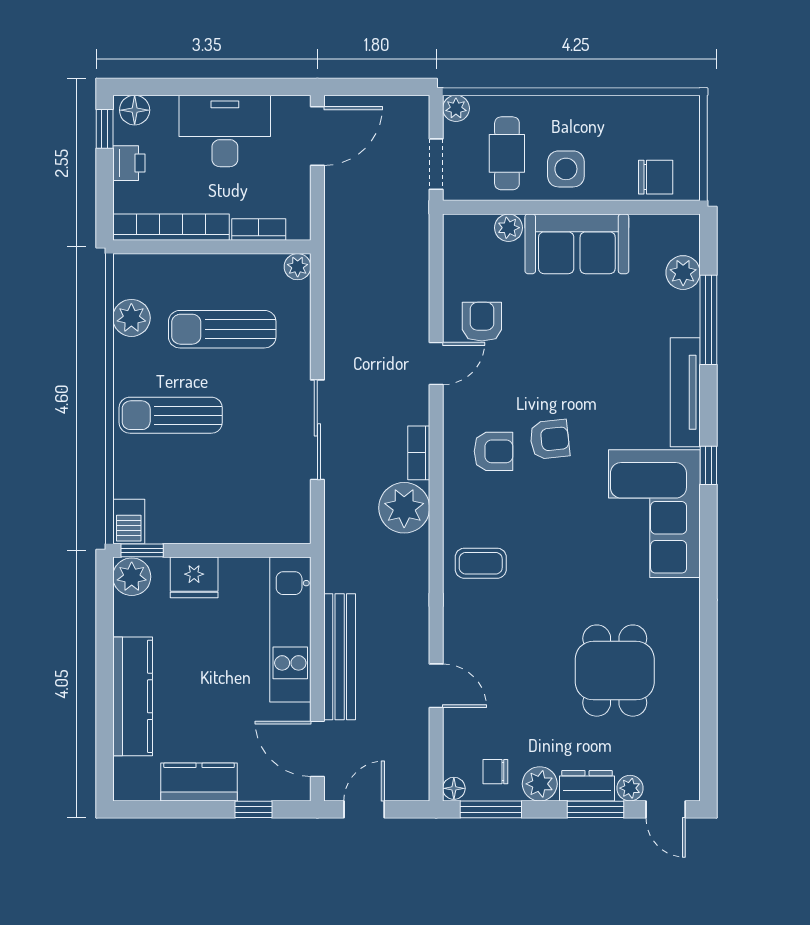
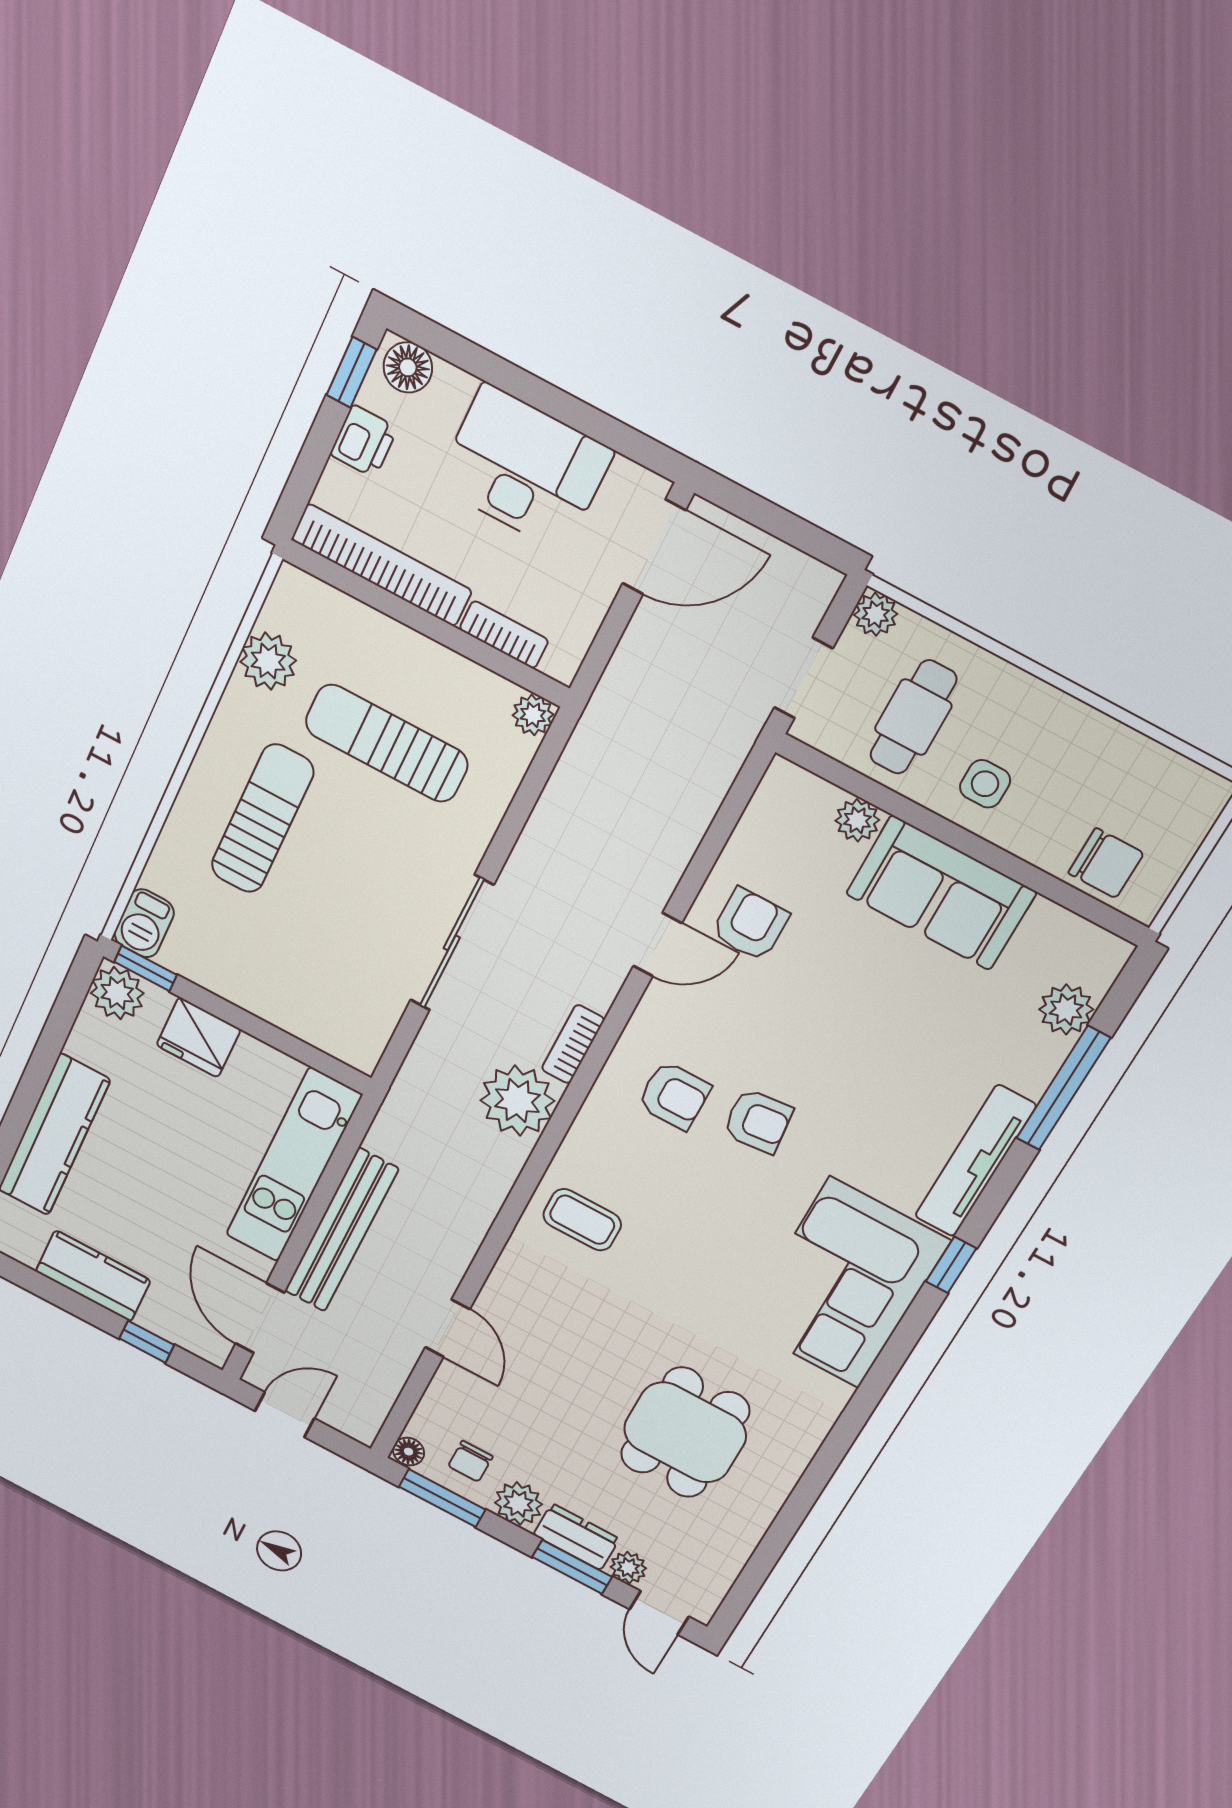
side table: (566, 169) -> (985, 784), width x0.73, depth x0.73
sun lounger: (171, 415) -> (262, 819), turned 90
chair: (495, 772) -> (470, 1461), turned -90

